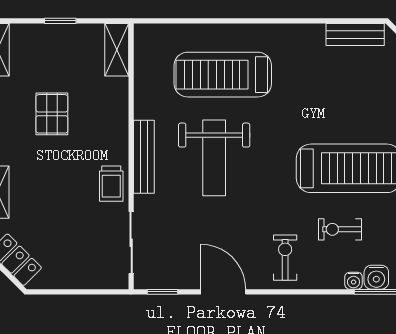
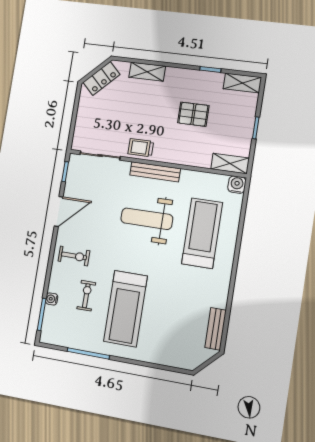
water cooler: (376, 277) -> (237, 185), moved, turned 90

